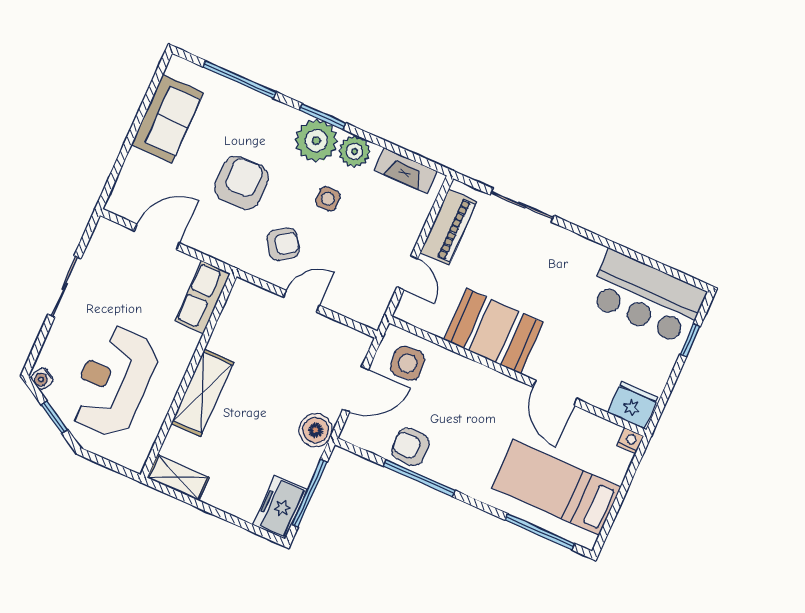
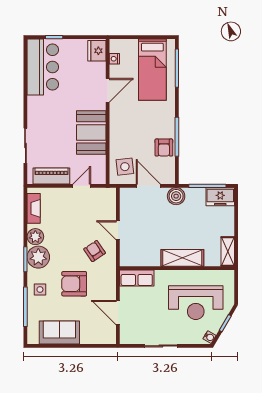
side table: (328, 199) -> (40, 289), moved
nightstand: (631, 441) -> (114, 59), moved

